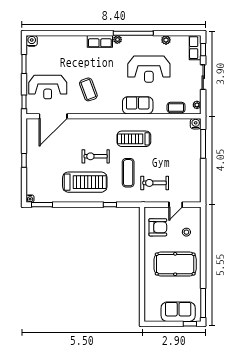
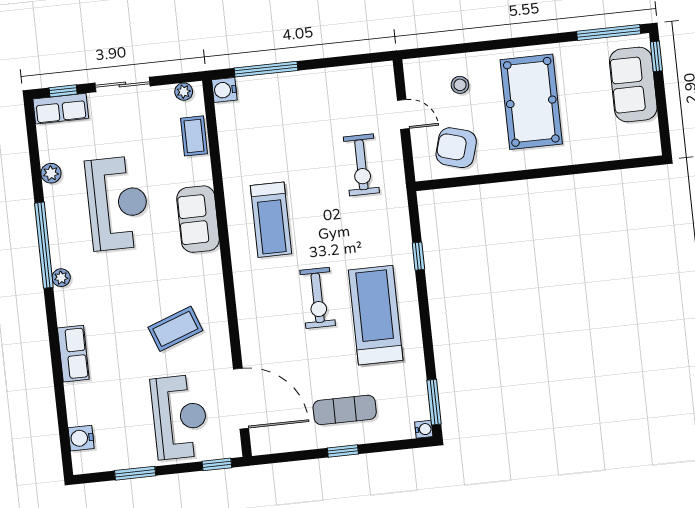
water cooler: (32, 41) -> (81, 438), moved
row of seats: (100, 41) -> (73, 354), moved
exercise mat: (128, 173) -> (345, 410), moved
armchair: (158, 227) -> (456, 148), turned -74

